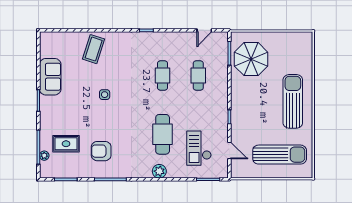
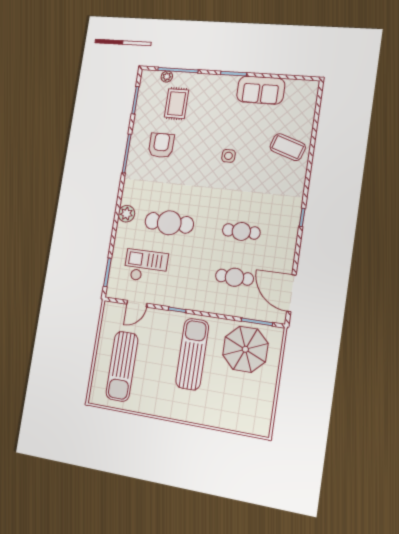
door: (204, 30) -> (291, 293), width x1.88
sun lounger: (293, 101) -> (192, 354), moved, turned -90

